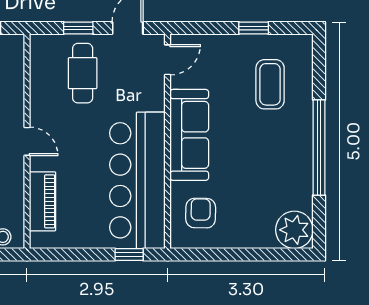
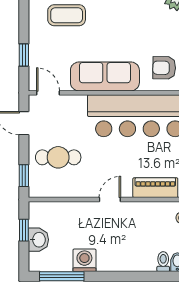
window: (78, 28) -> (24, 176), moved
window: (254, 28) -> (24, 55), moved

